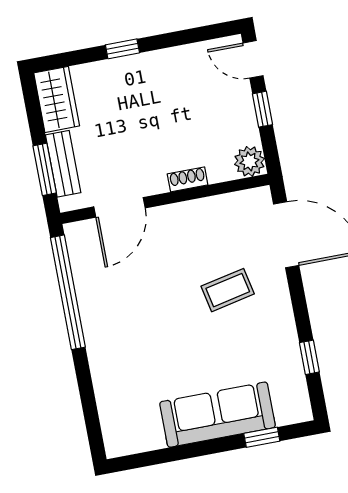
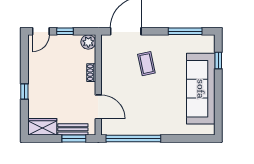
window: (309, 357) -> (185, 31), width x2.17
sofa: (217, 415) -> (201, 89), width x1.36, depth x1.27

